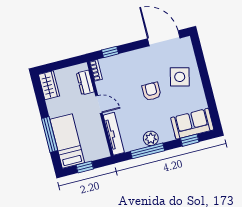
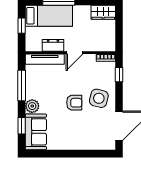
side table: (180, 77) -> (99, 98), moved
dresser: (85, 82) -> (53, 45), moved
plant: (151, 138) -> (32, 106), moved

